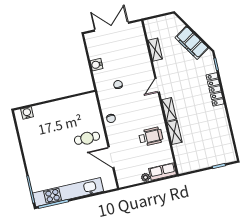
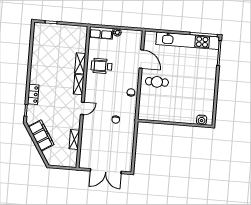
water cooler: (96, 65) -> (129, 143), removed
locker: (215, 89) -> (33, 94), width x0.66

